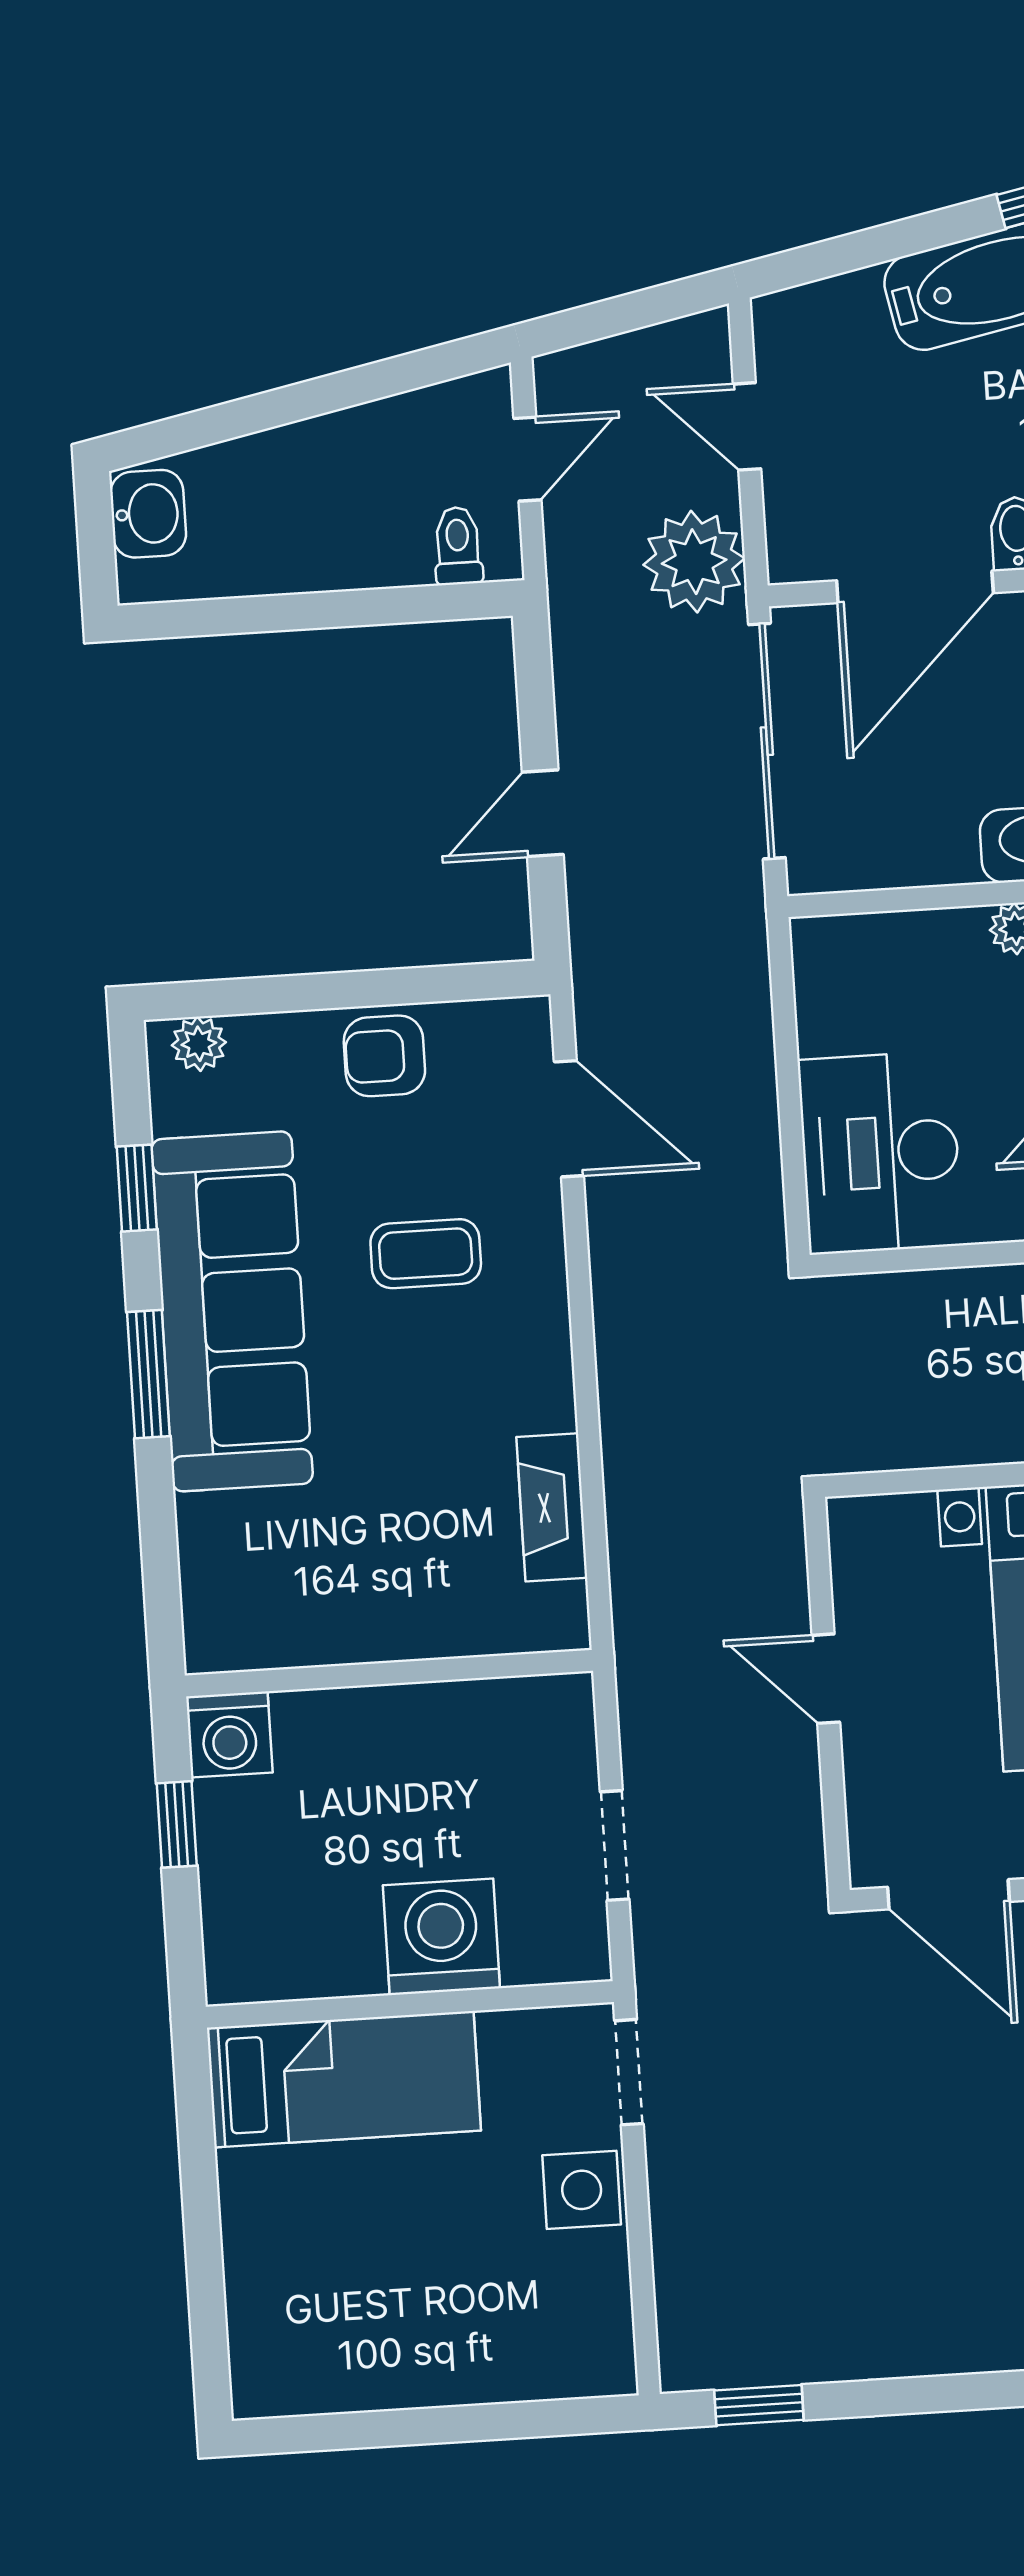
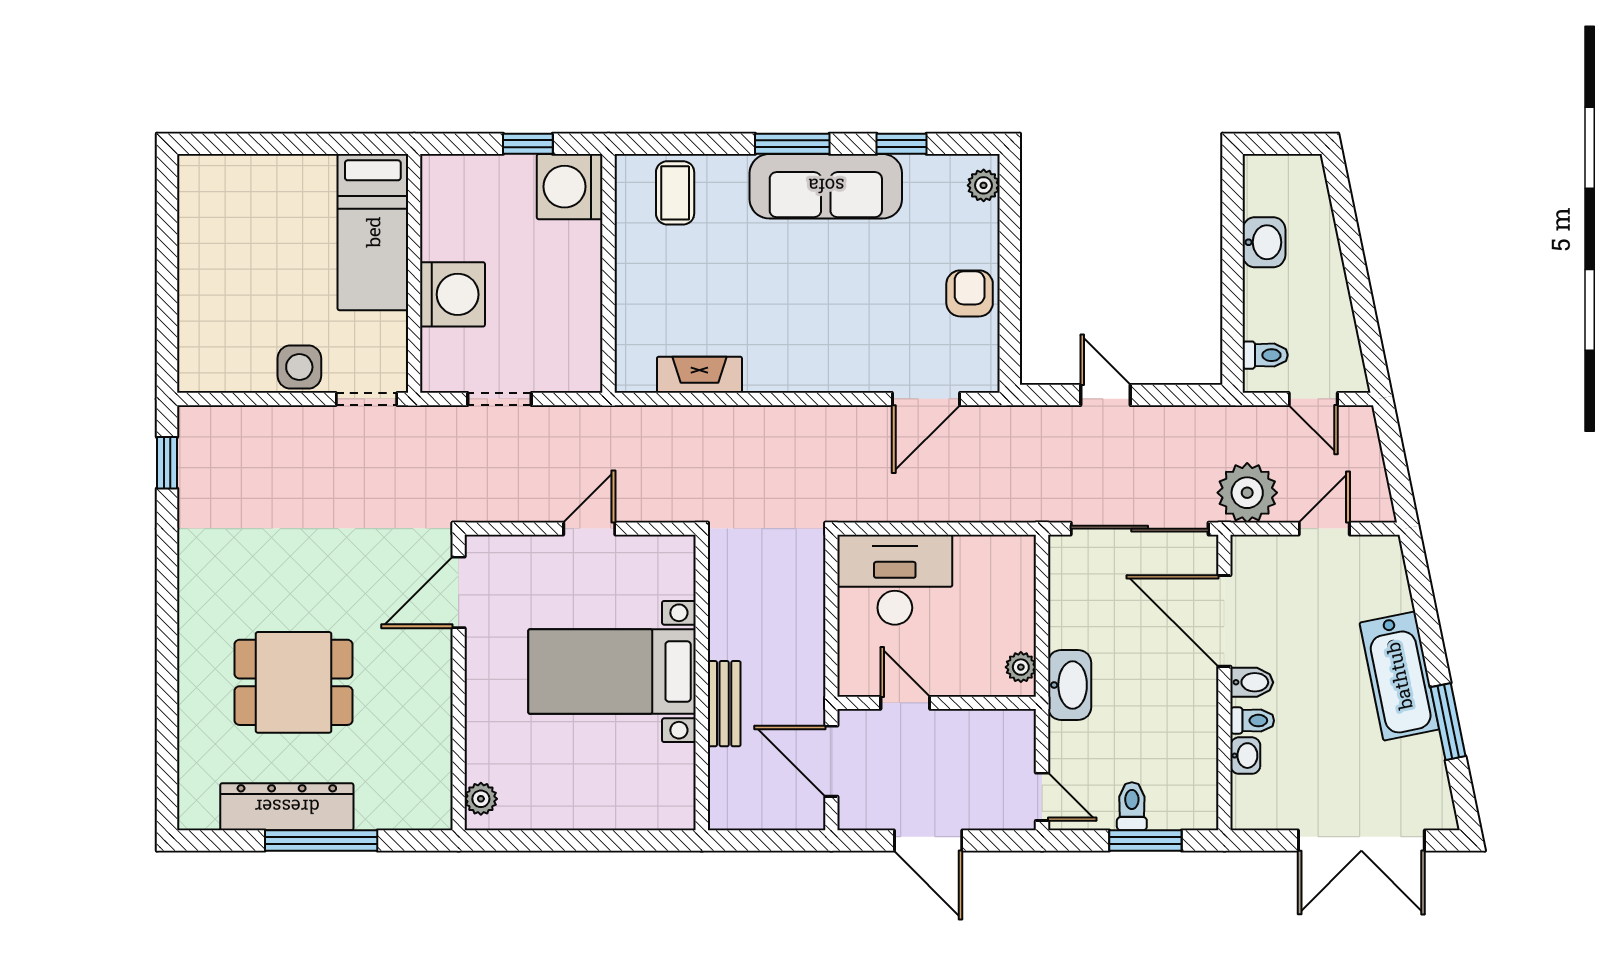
washbasin: (148, 514) -> (1264, 242), moved, turned -90
coffee table: (426, 1254) -> (675, 193), moved
sofa: (232, 1311) -> (826, 186), width x0.74, depth x0.79
washing machine: (229, 1734) -> (570, 187), width x1.37, depth x1.37

